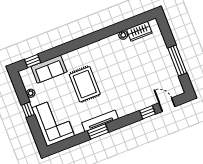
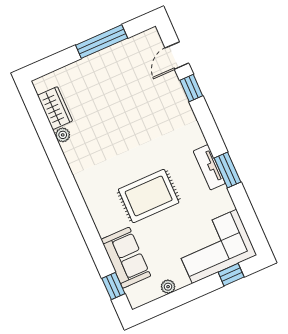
window: (28, 110) -> (231, 275), moved
tv unit: (100, 121) -> (209, 167), width x0.71

